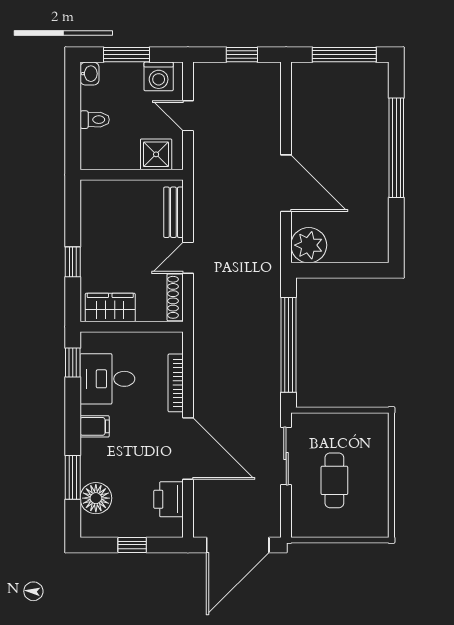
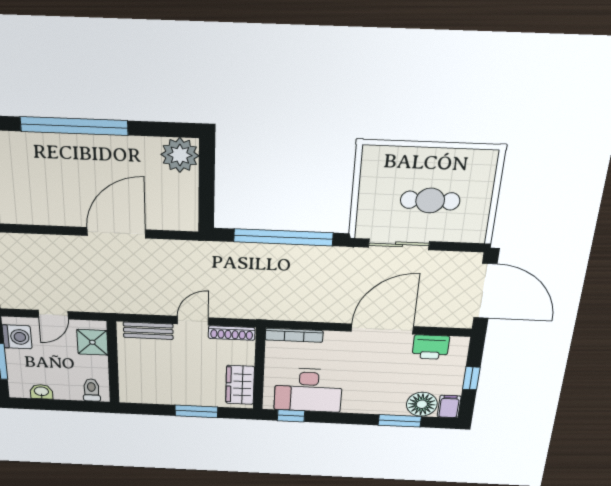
washbasin: (90, 74) -> (41, 392), moved
toilet: (95, 120) -> (92, 390), moved
plant: (309, 245) -> (180, 155), moved
door: (188, 258) -> (193, 321), swing flipped
window: (73, 262) -> (196, 411), width x1.50
desk: (107, 379) -> (308, 390), width x1.37
bookcase: (176, 383) -> (294, 335), moved
filing cabinet: (95, 426) -> (449, 407), moved

